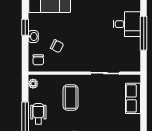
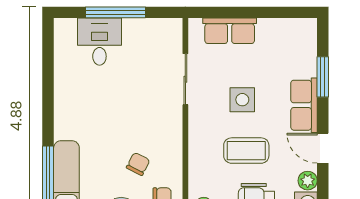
coffee table: (71, 98) -> (246, 151), moved
side table: (94, 106) -> (242, 100), added

